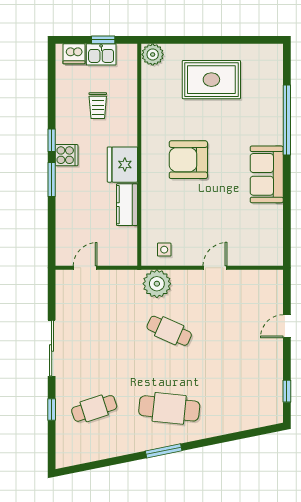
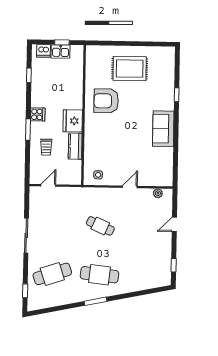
plant: (153, 54) -> (93, 52), removed
trolley: (98, 106) -> (46, 147), moved
window: (287, 120) -> (177, 95), width x0.32
window: (52, 140) -> (29, 75), moved
armchair: (188, 160) -> (106, 101), moved
plant: (157, 284) -> (158, 193), moved, width x0.53, depth x0.53
cafe table: (94, 408) -> (52, 274), width x1.37, depth x1.35
window: (52, 409) -> (25, 291), moved

